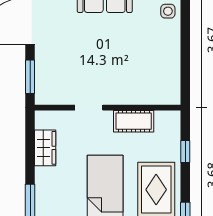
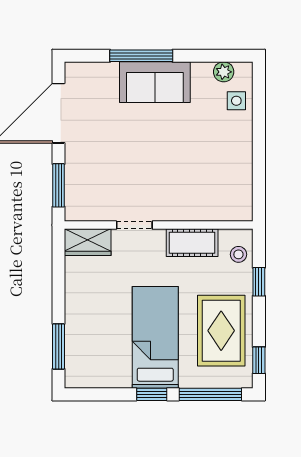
stool: (170, 130) -> (238, 254), added
wardrobe: (45, 148) -> (88, 242), moved, turned 90

